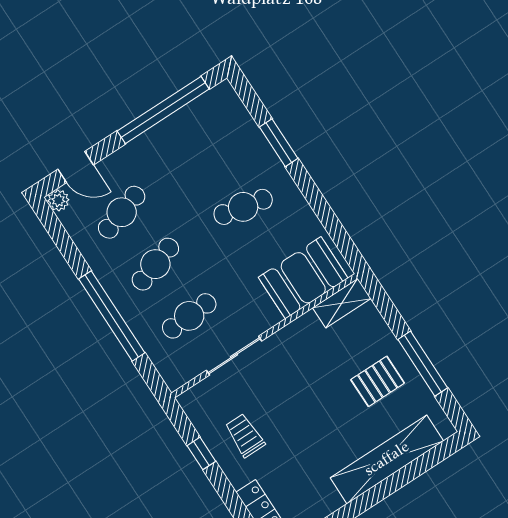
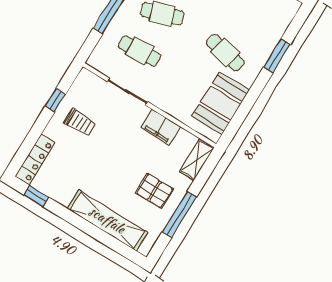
booth: (303, 278) -> (221, 103), moved, turned 90
shelving: (342, 303) -> (197, 160), moved, turned 90
filing cabinet: (300, 335) -> (161, 127), added
trolley: (245, 435) -> (80, 123), turned 90

